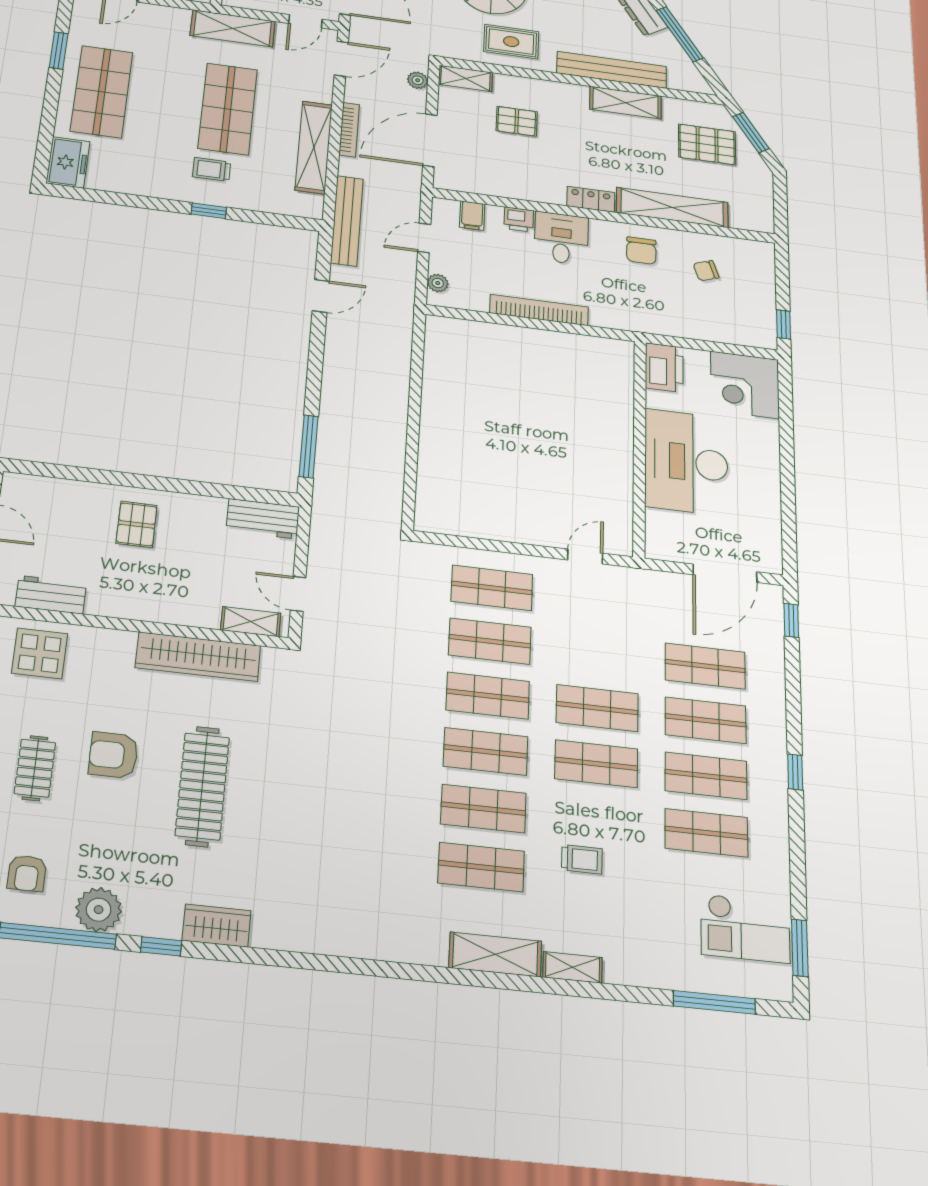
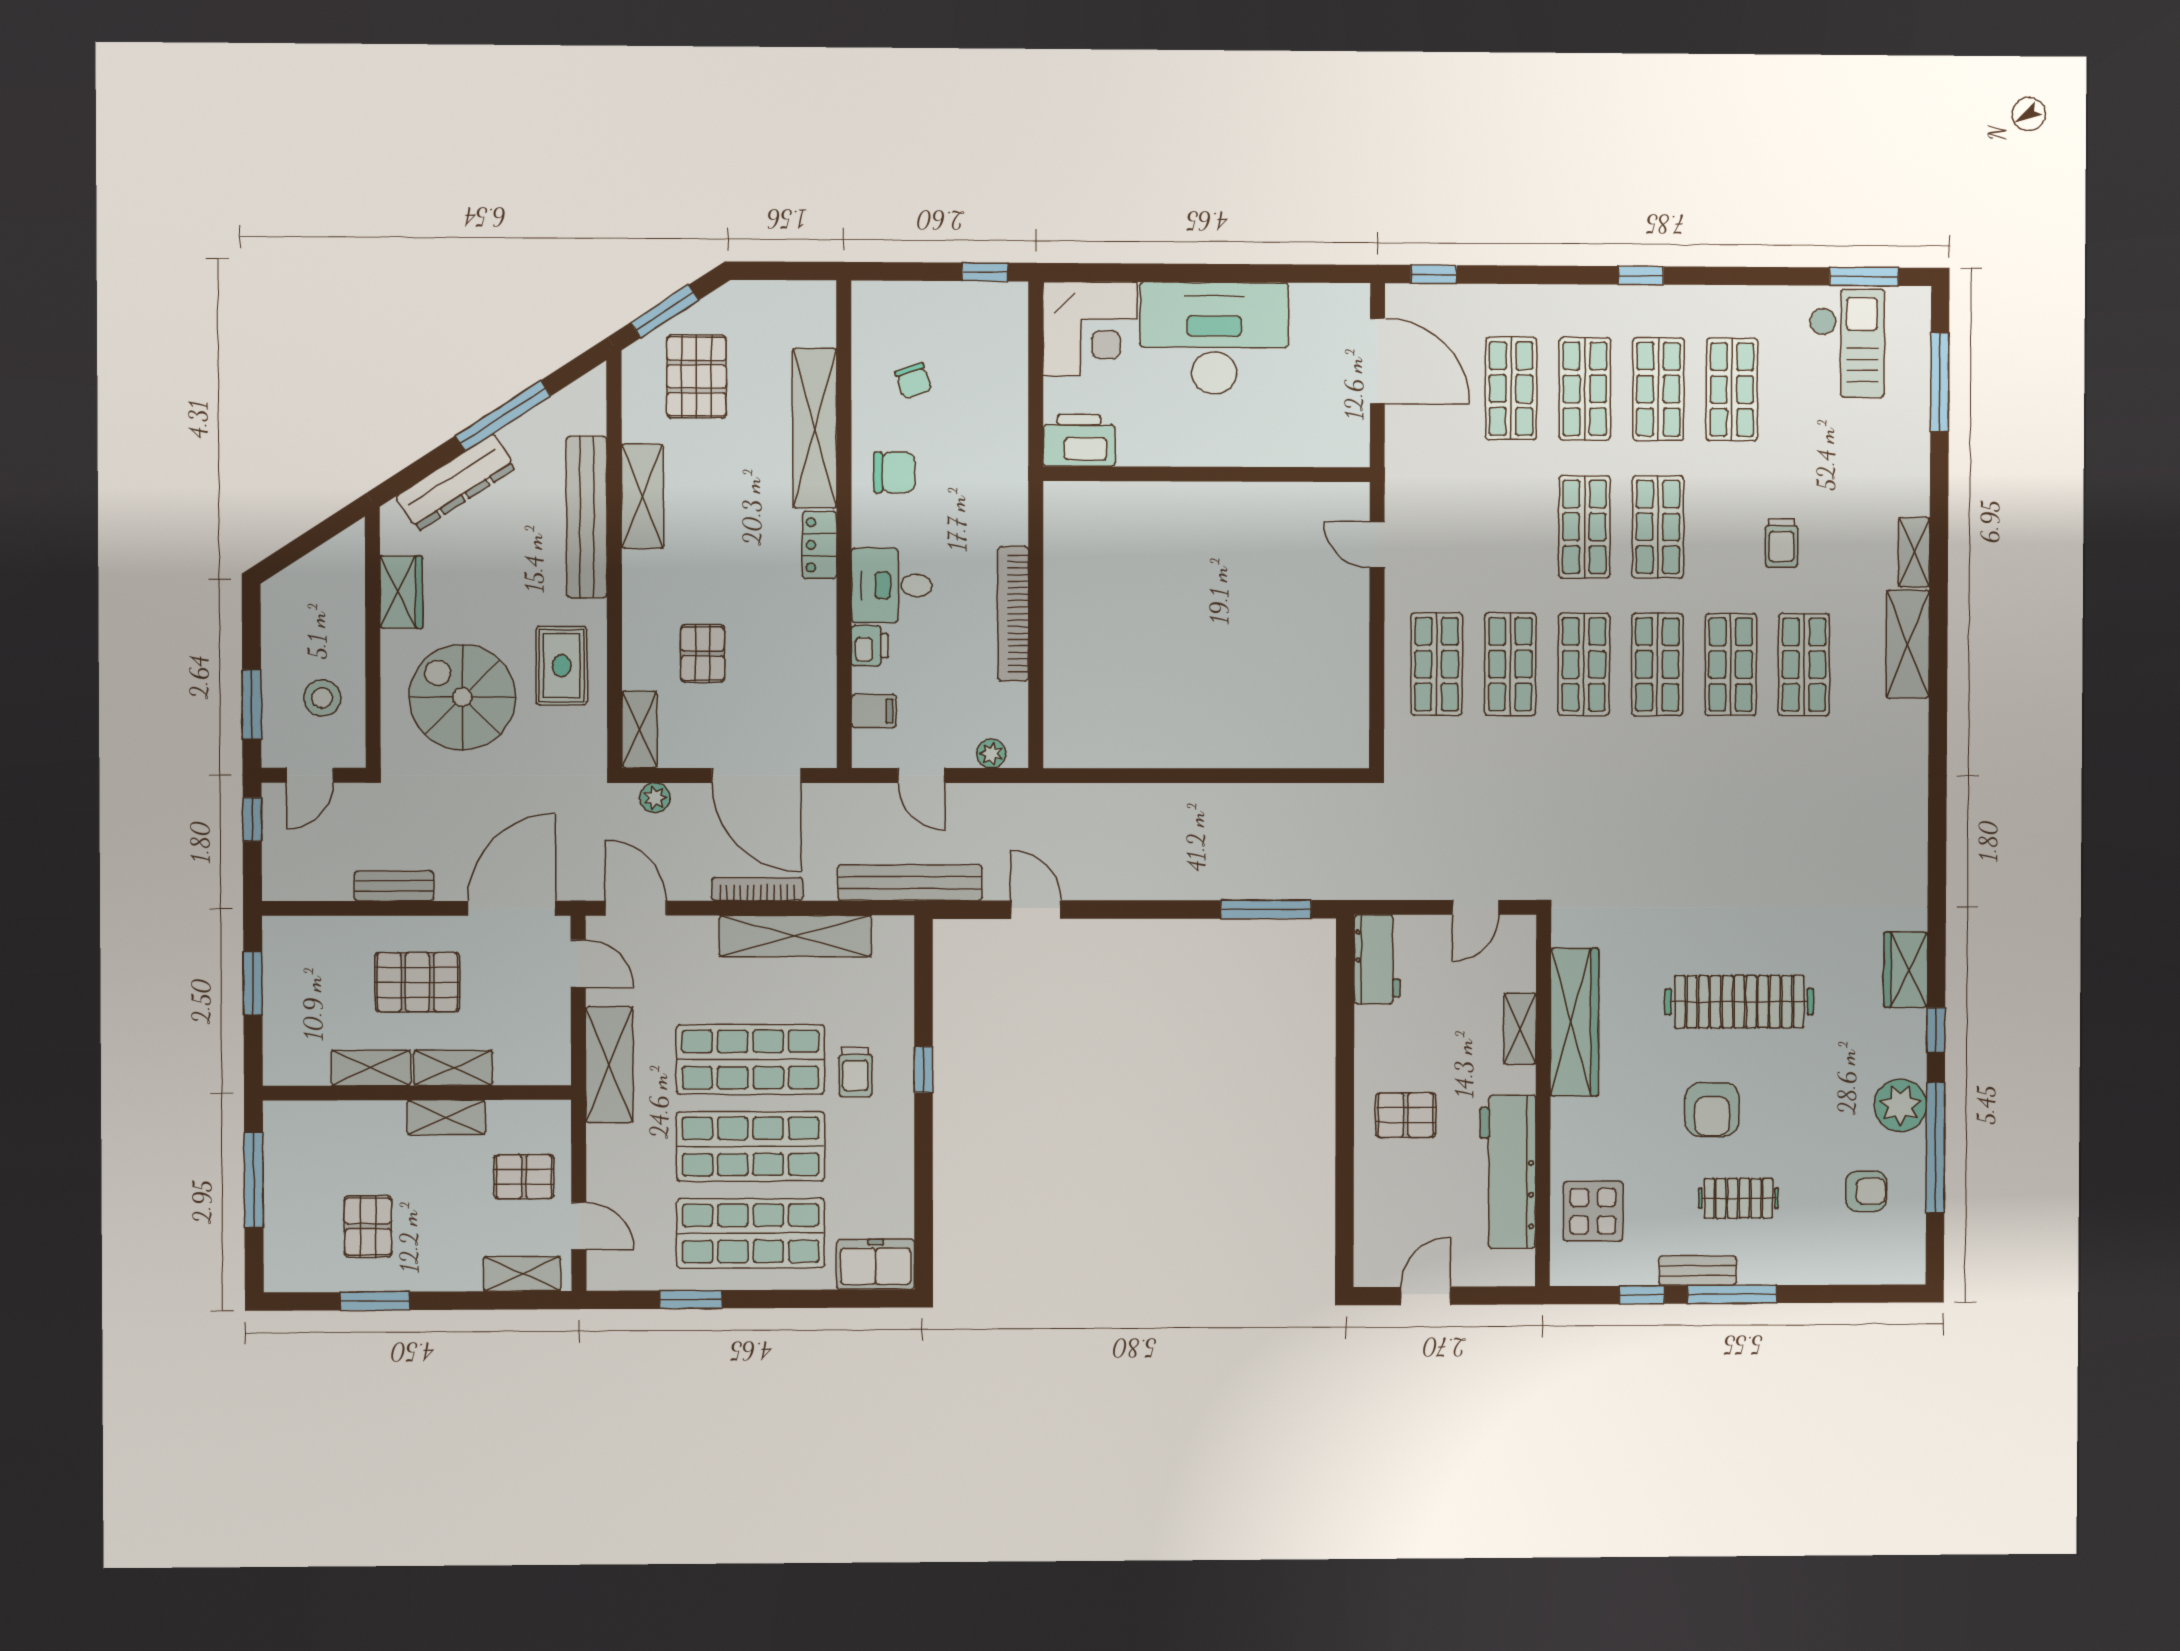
shop shelf: (165, 100) -> (750, 1146), added
desk: (686, 462) -> (1214, 338), moved, turned 180
workbench: (51, 595) -> (1508, 1172), width x1.88, depth x1.32
shelving: (251, 622) -> (1520, 1029), moved
trolley: (582, 859) -> (1782, 543), turned 180

